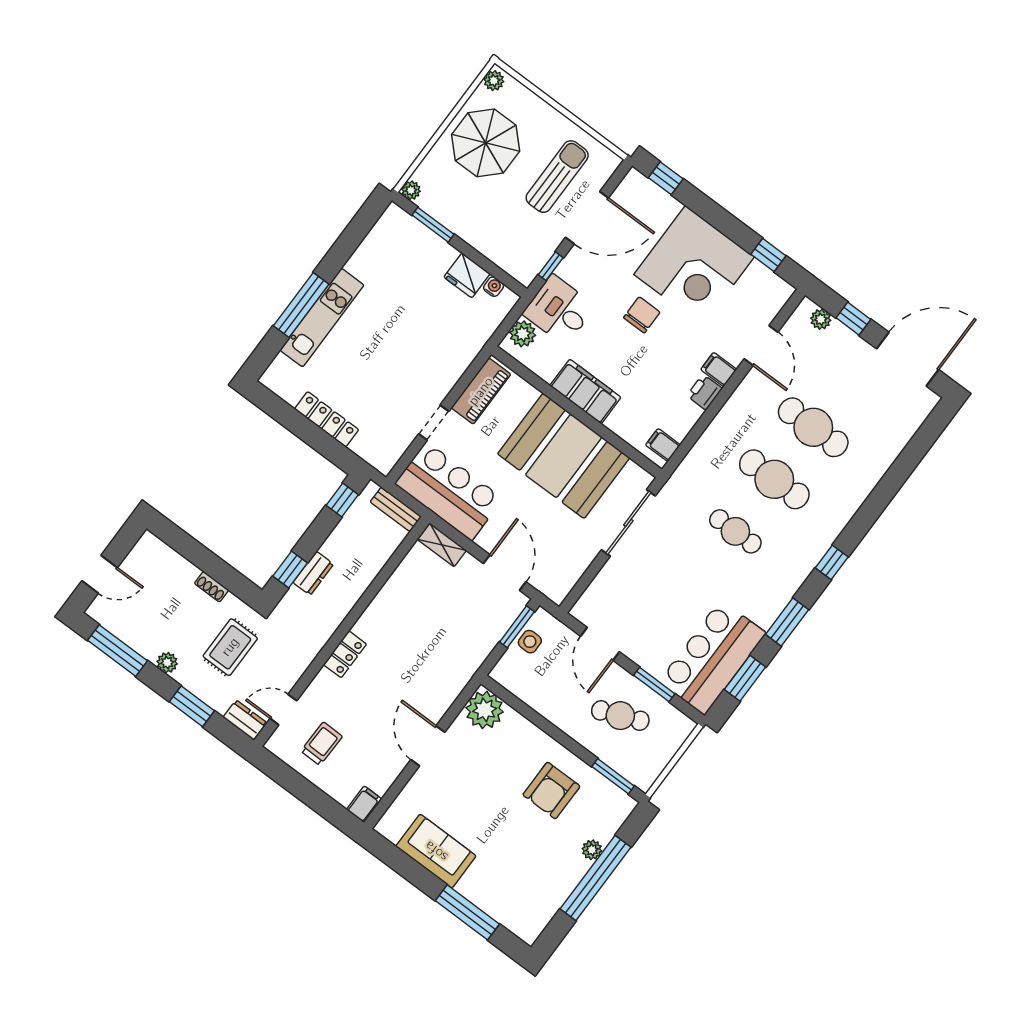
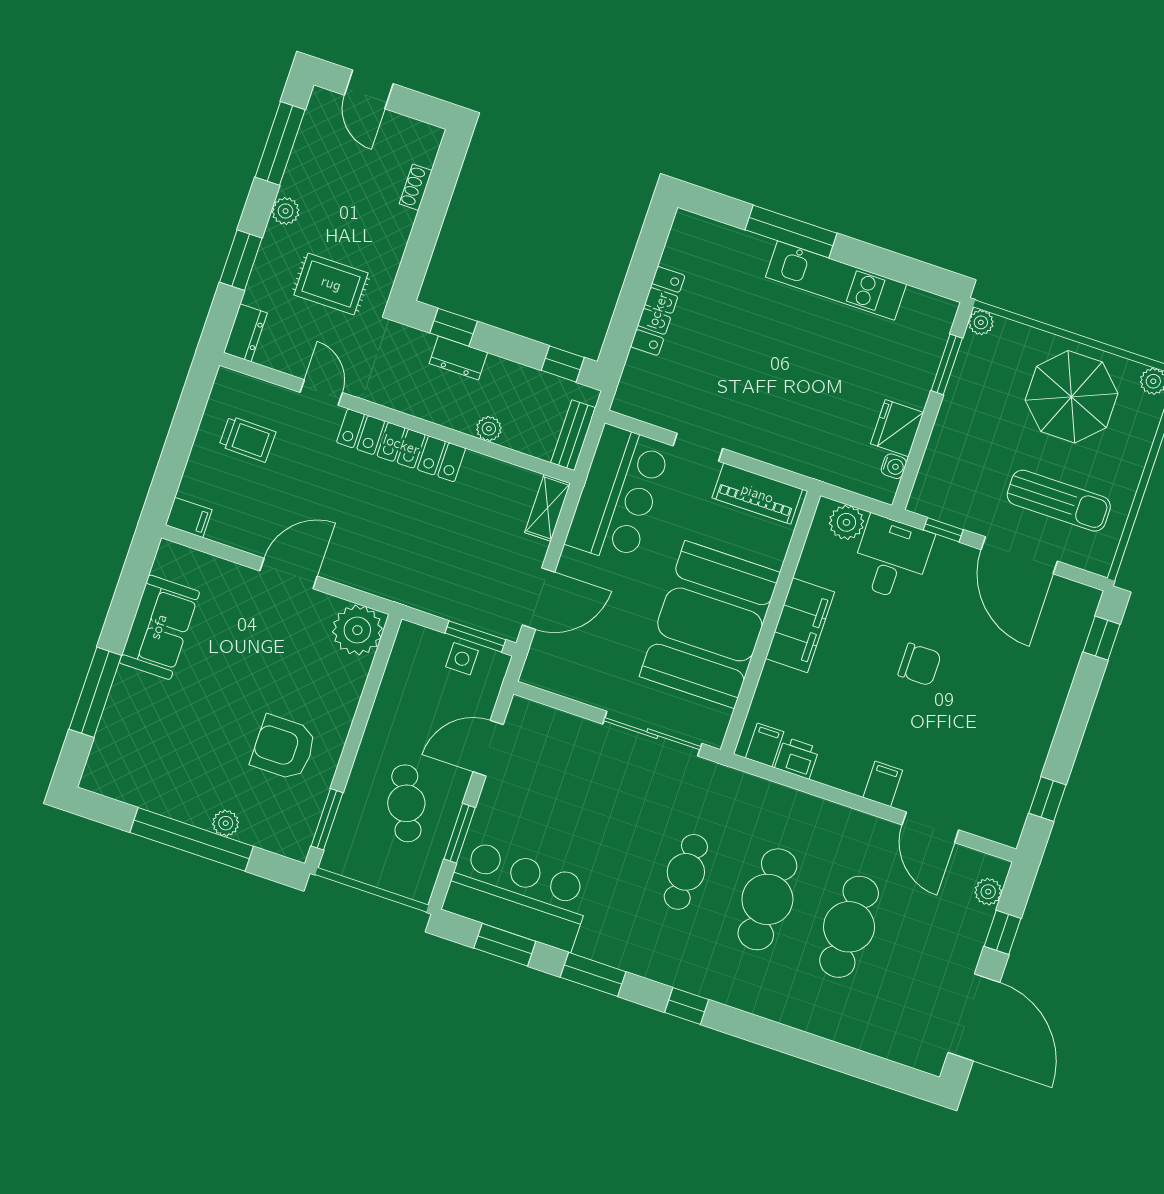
corner desk: (694, 266) -> (1003, 710), removed
kitchen unit: (322, 318) -> (836, 281), moved
door: (761, 346) -> (930, 827), hinge flipped
printer: (704, 392) -> (797, 758), moved
plant: (371, 568) -> (489, 429), added
shoe rack: (212, 587) -> (416, 187), moved
locker: (345, 654) -> (401, 445), width x2.16, depth x1.21
door: (283, 710) -> (321, 392), moved

